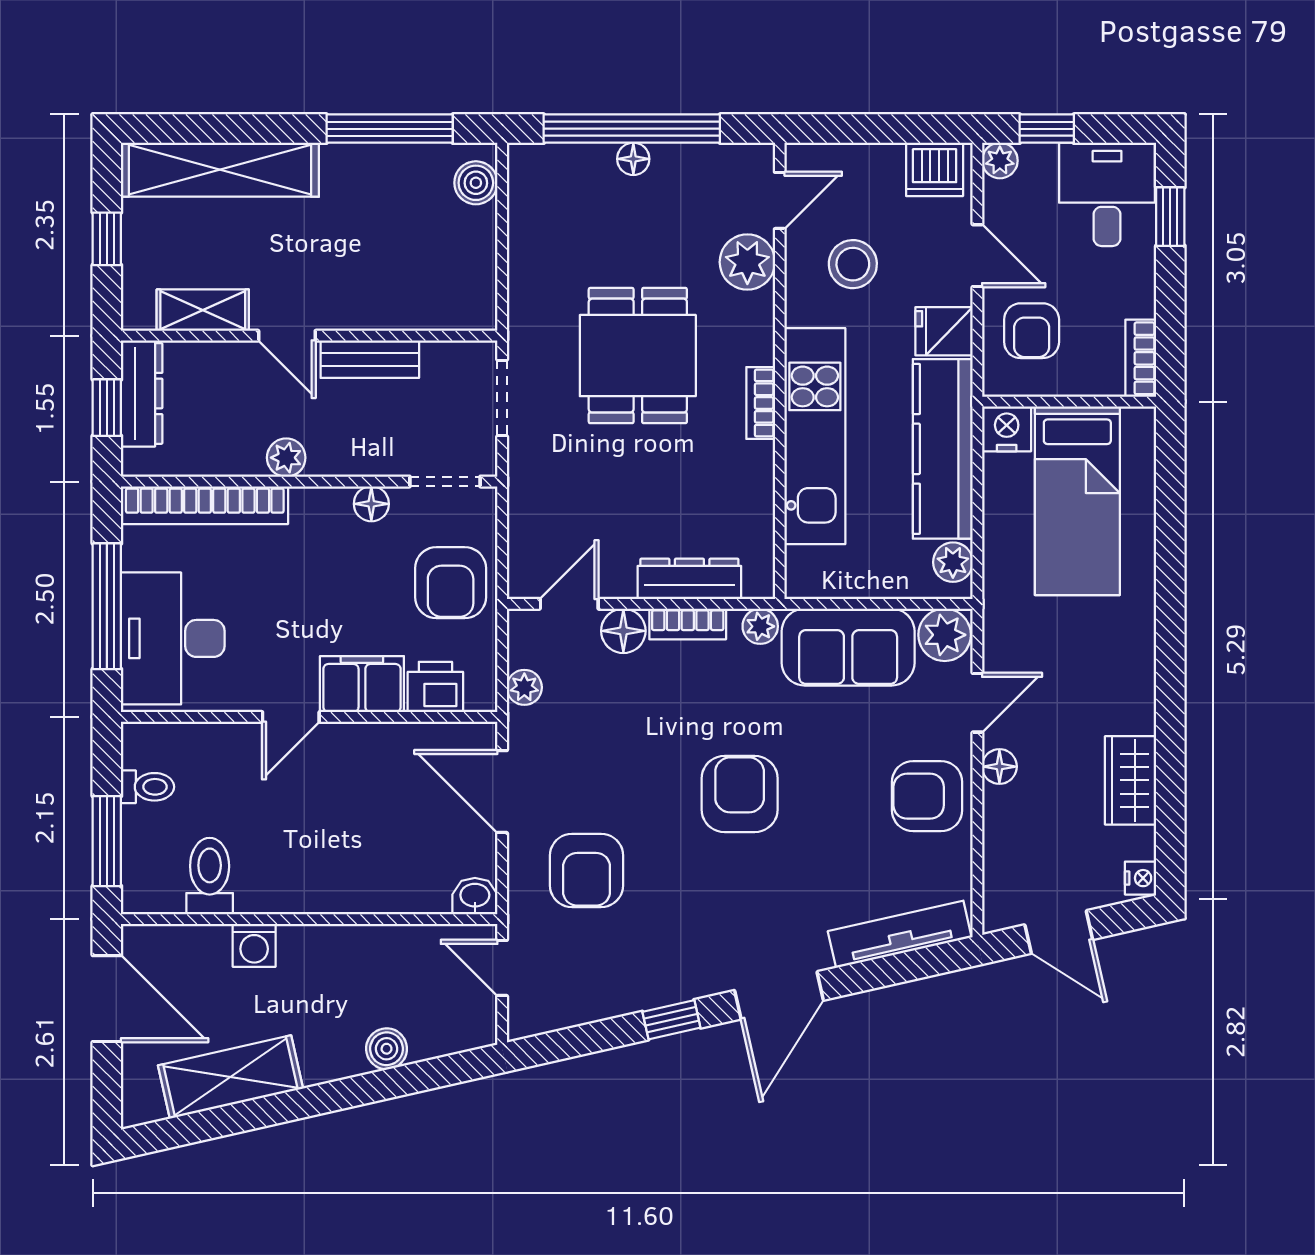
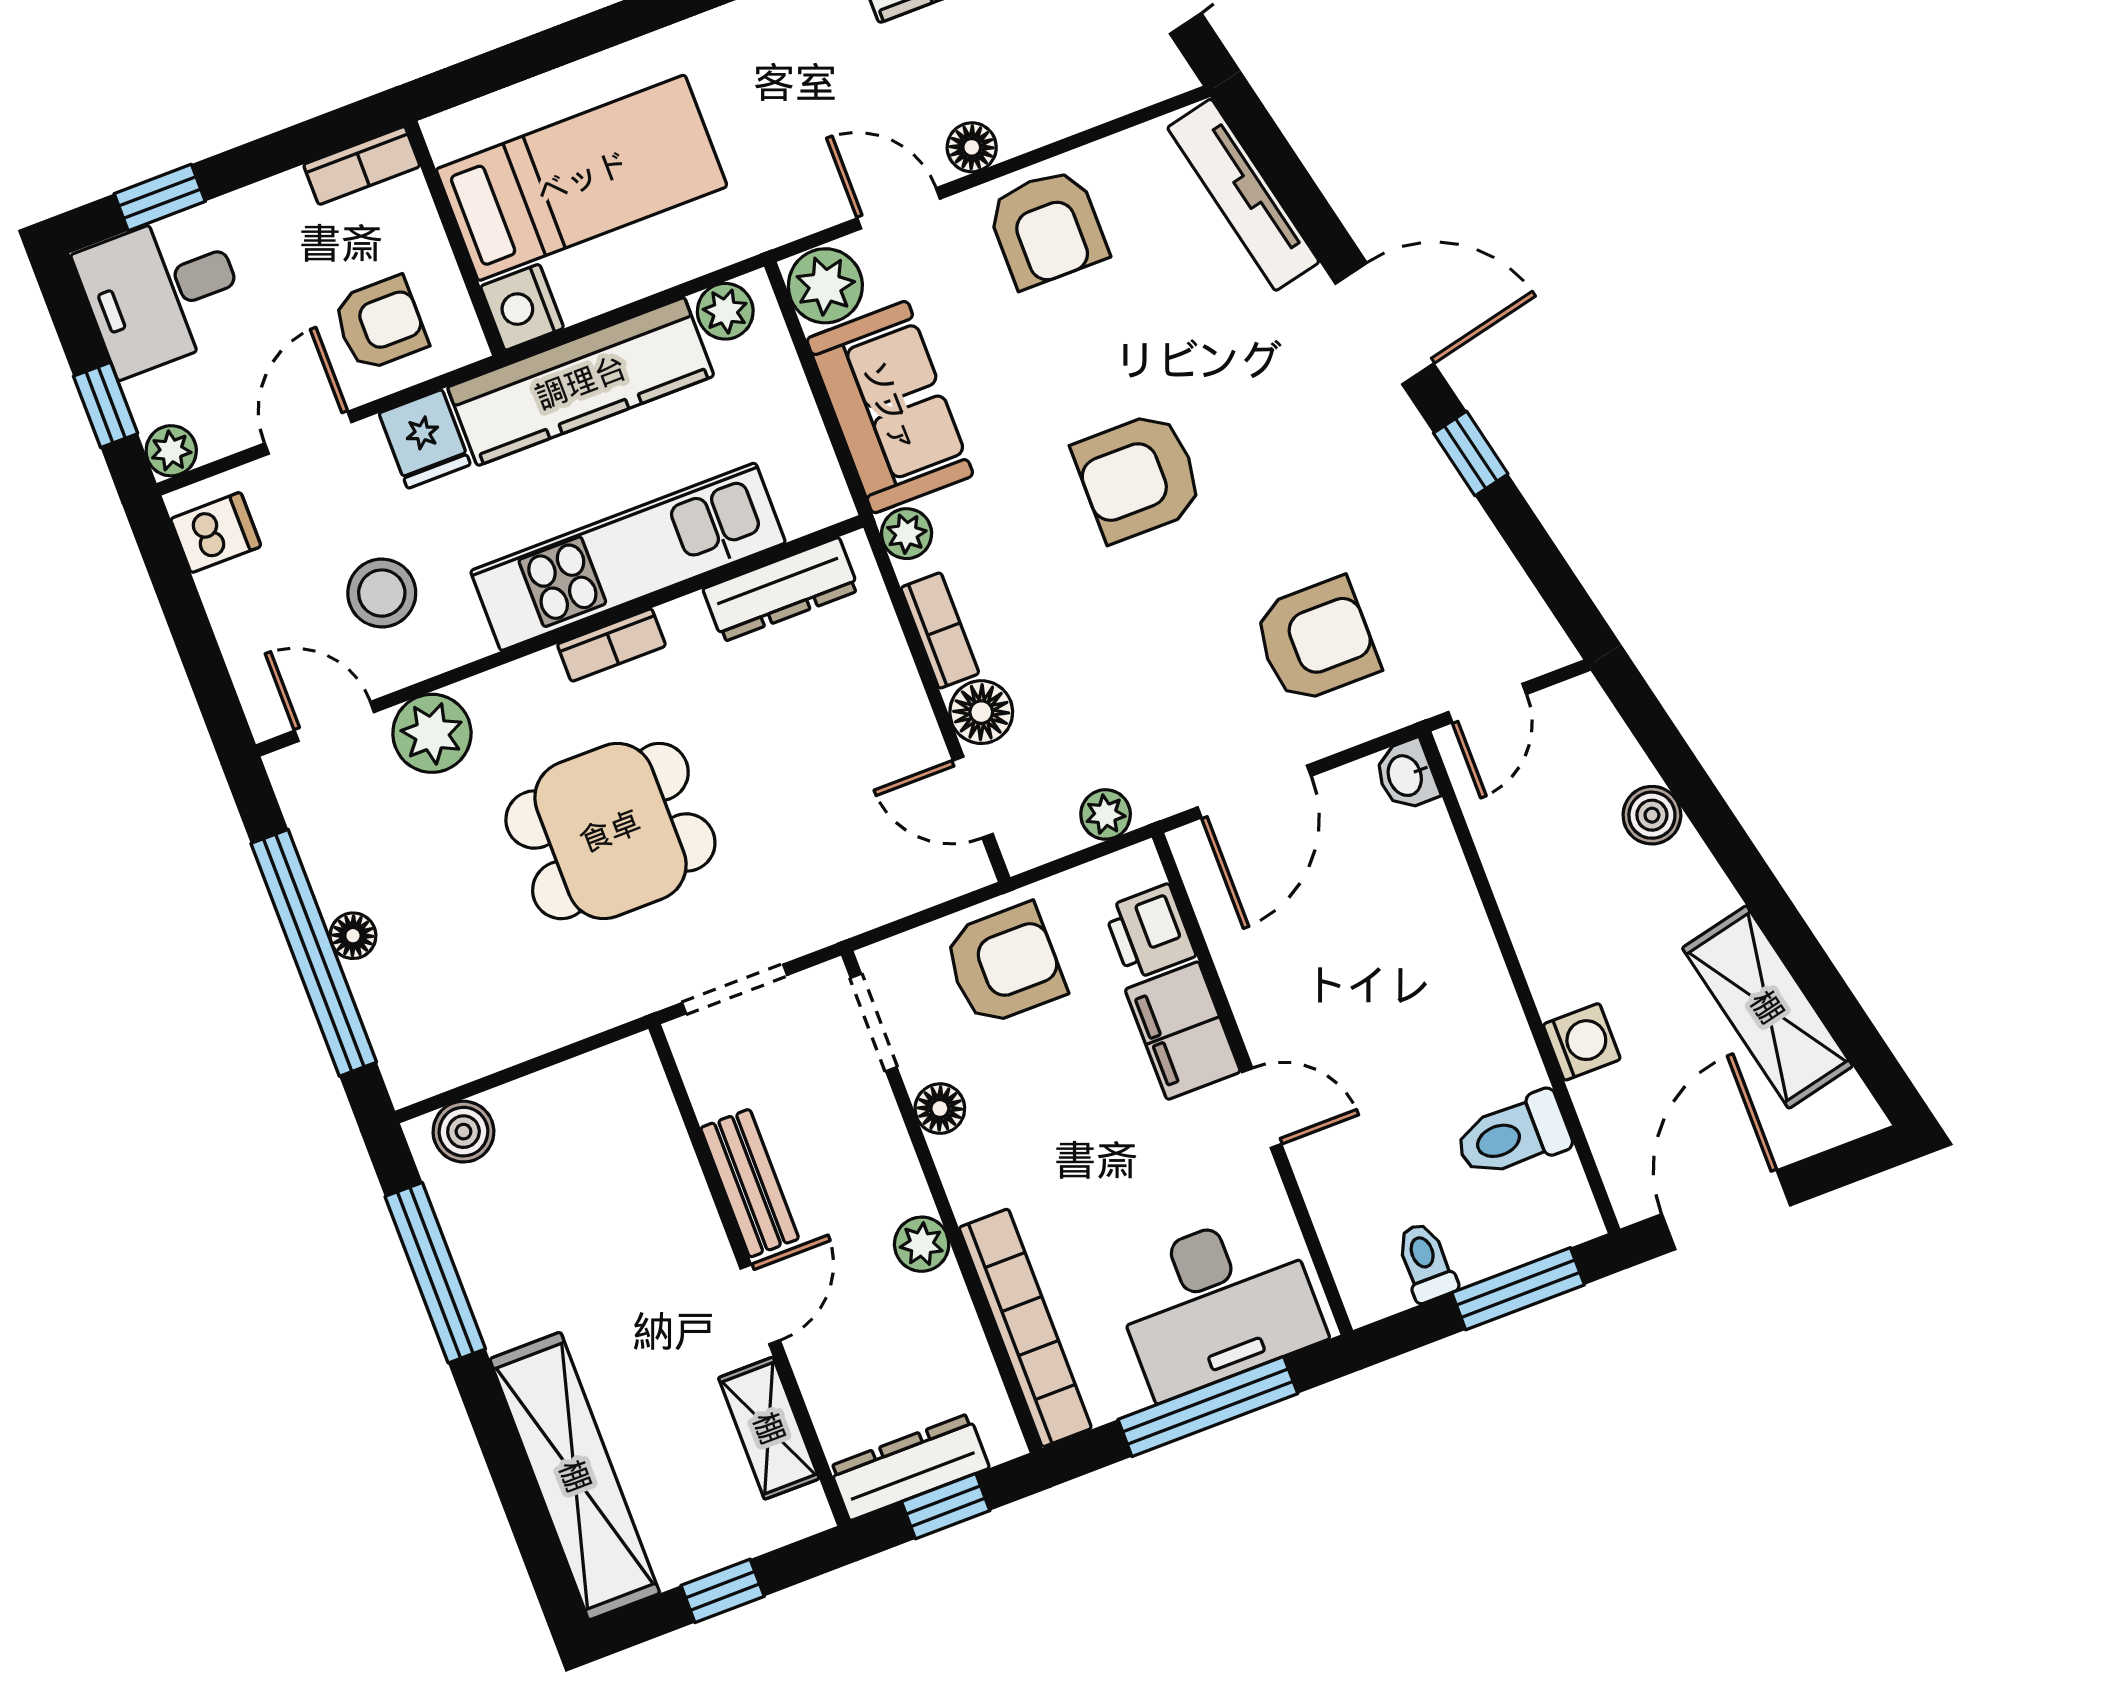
dishwasher: (935, 169) -> (216, 533), width x0.73
dresser: (689, 579) -> (781, 590), moved, turned -90

